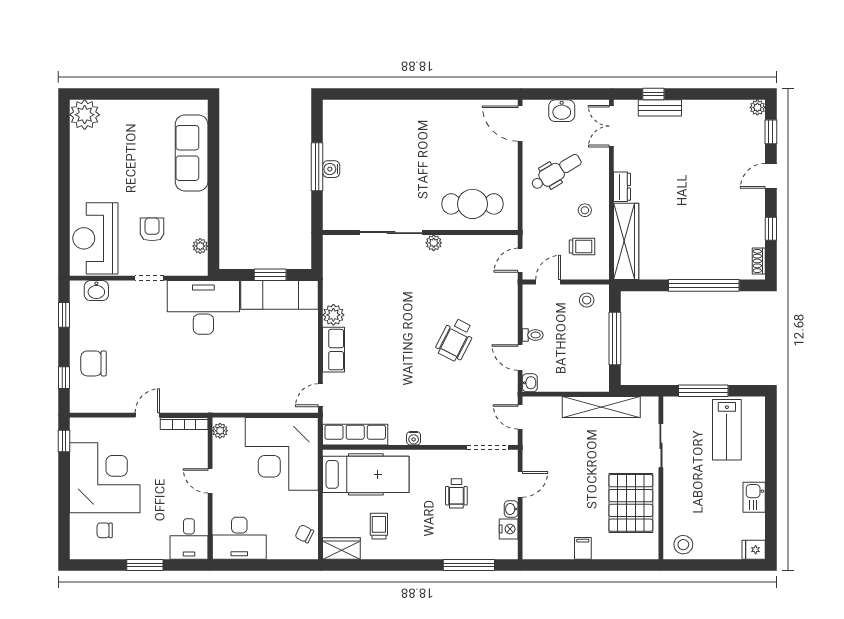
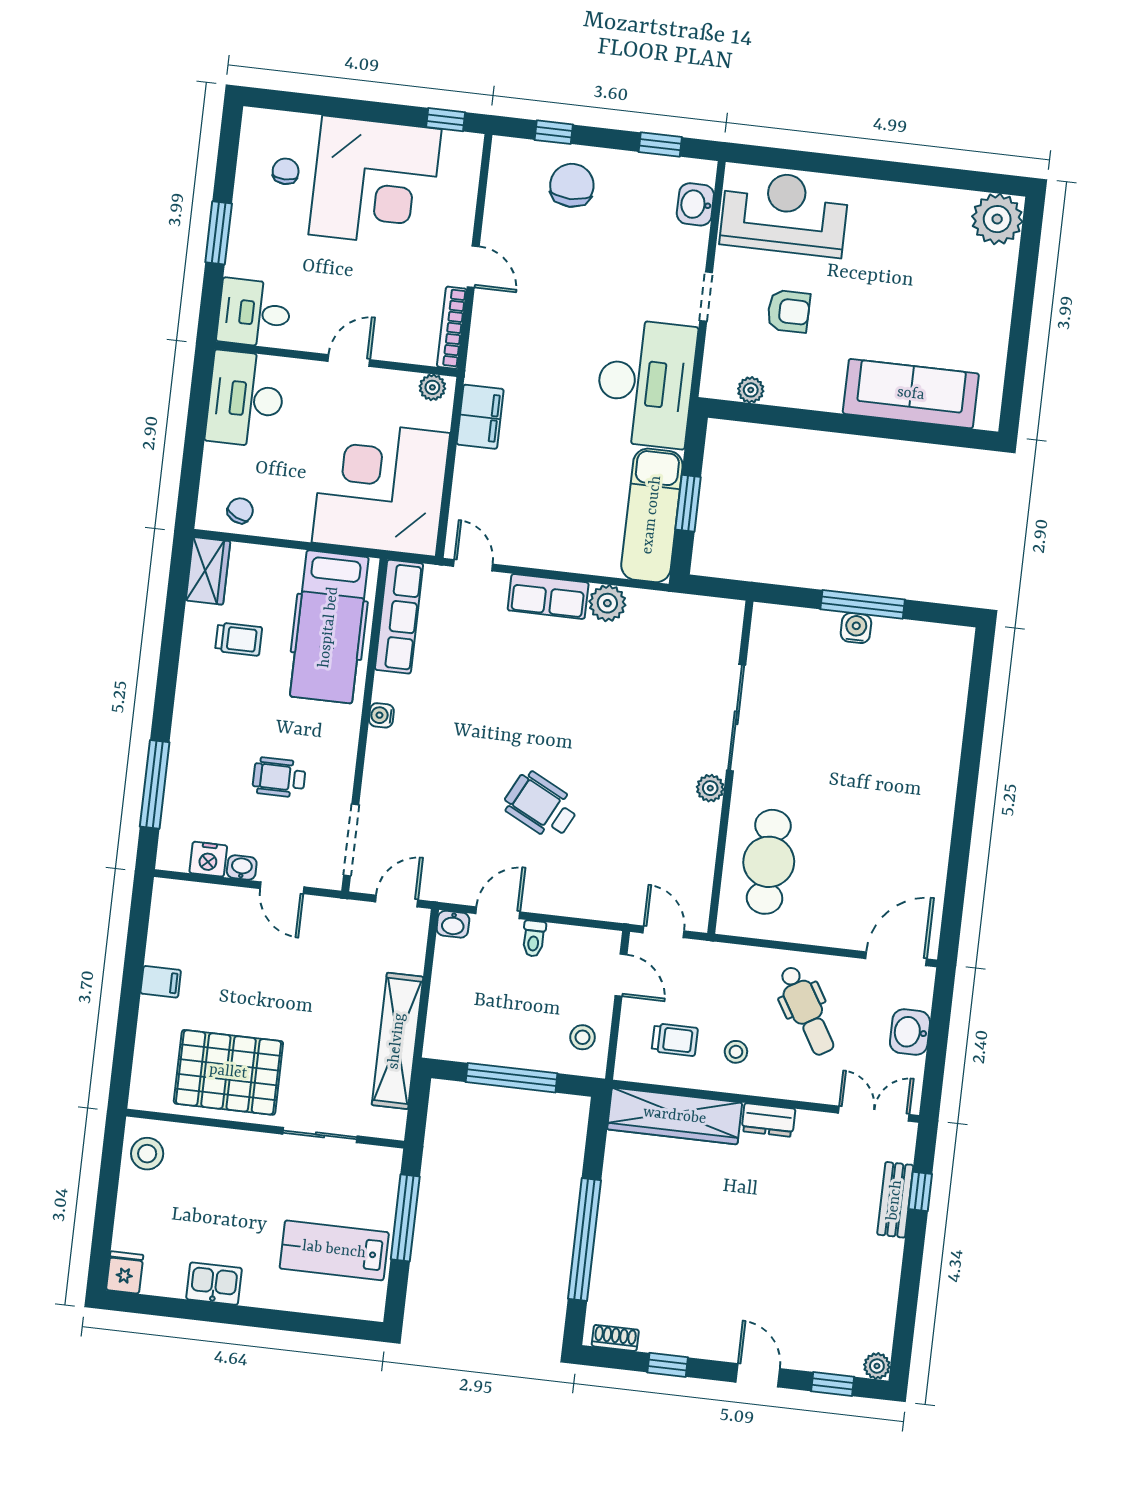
trolley: (582, 246) -> (675, 1040), turned -90
filing cabinet: (234, 401) -> (480, 417), added

